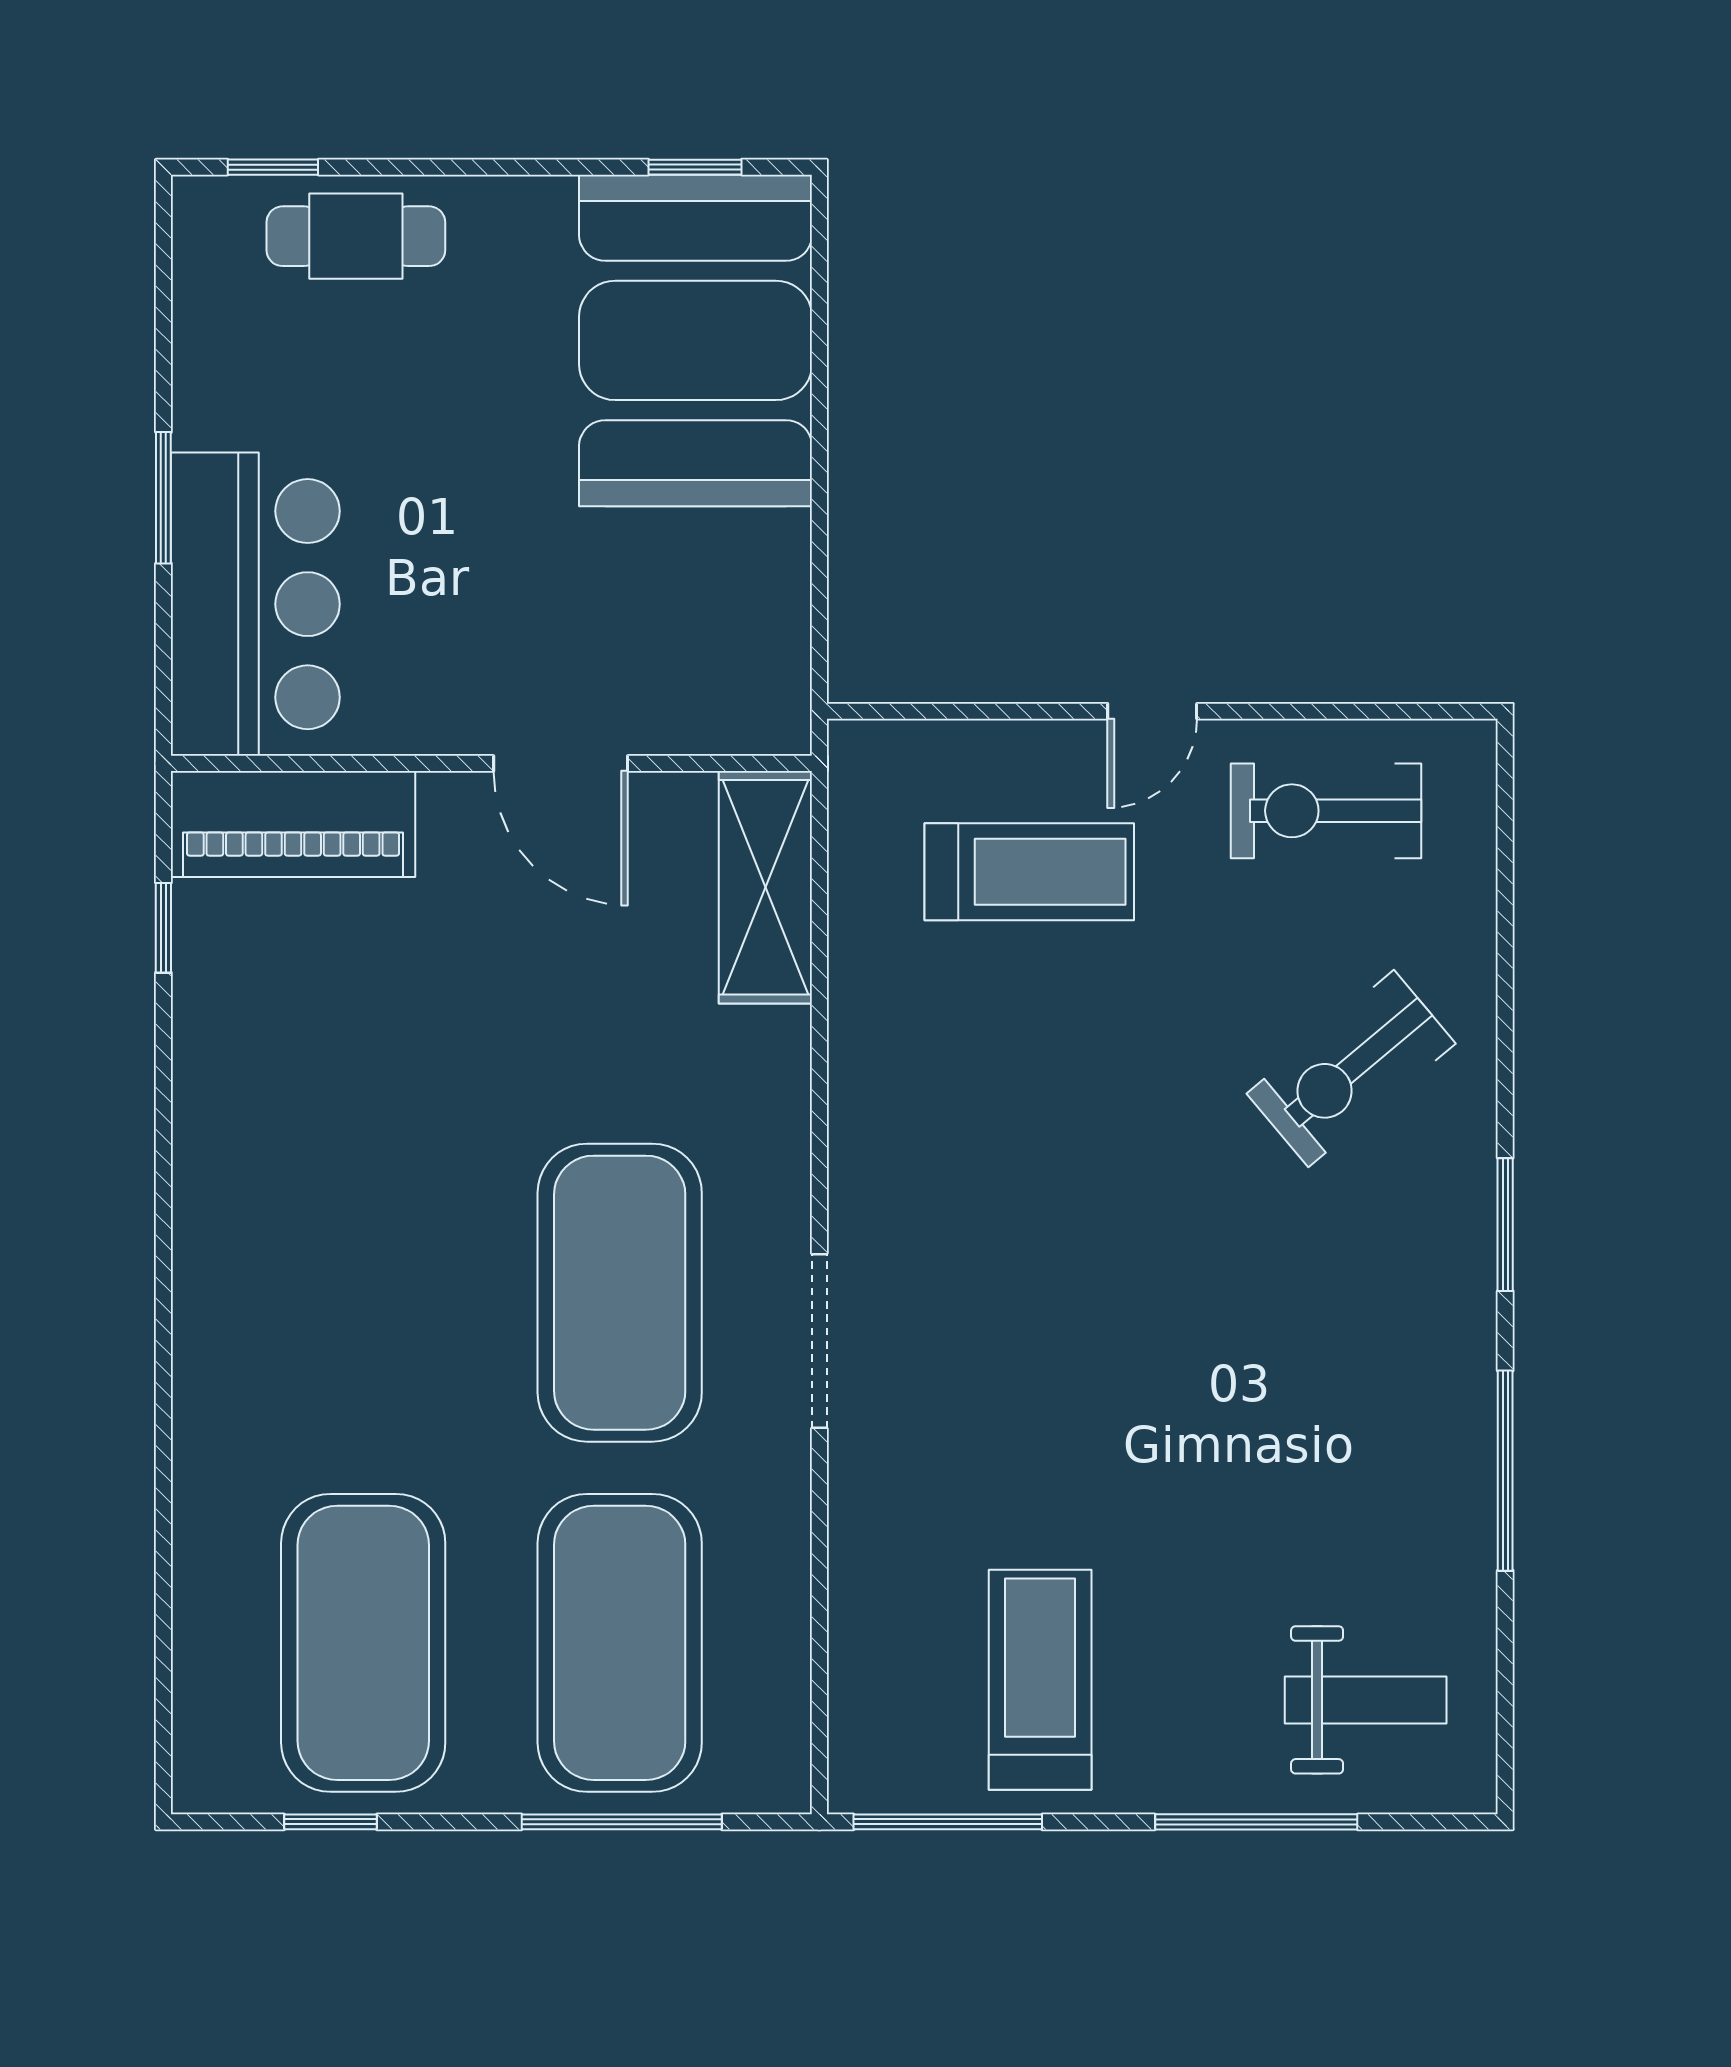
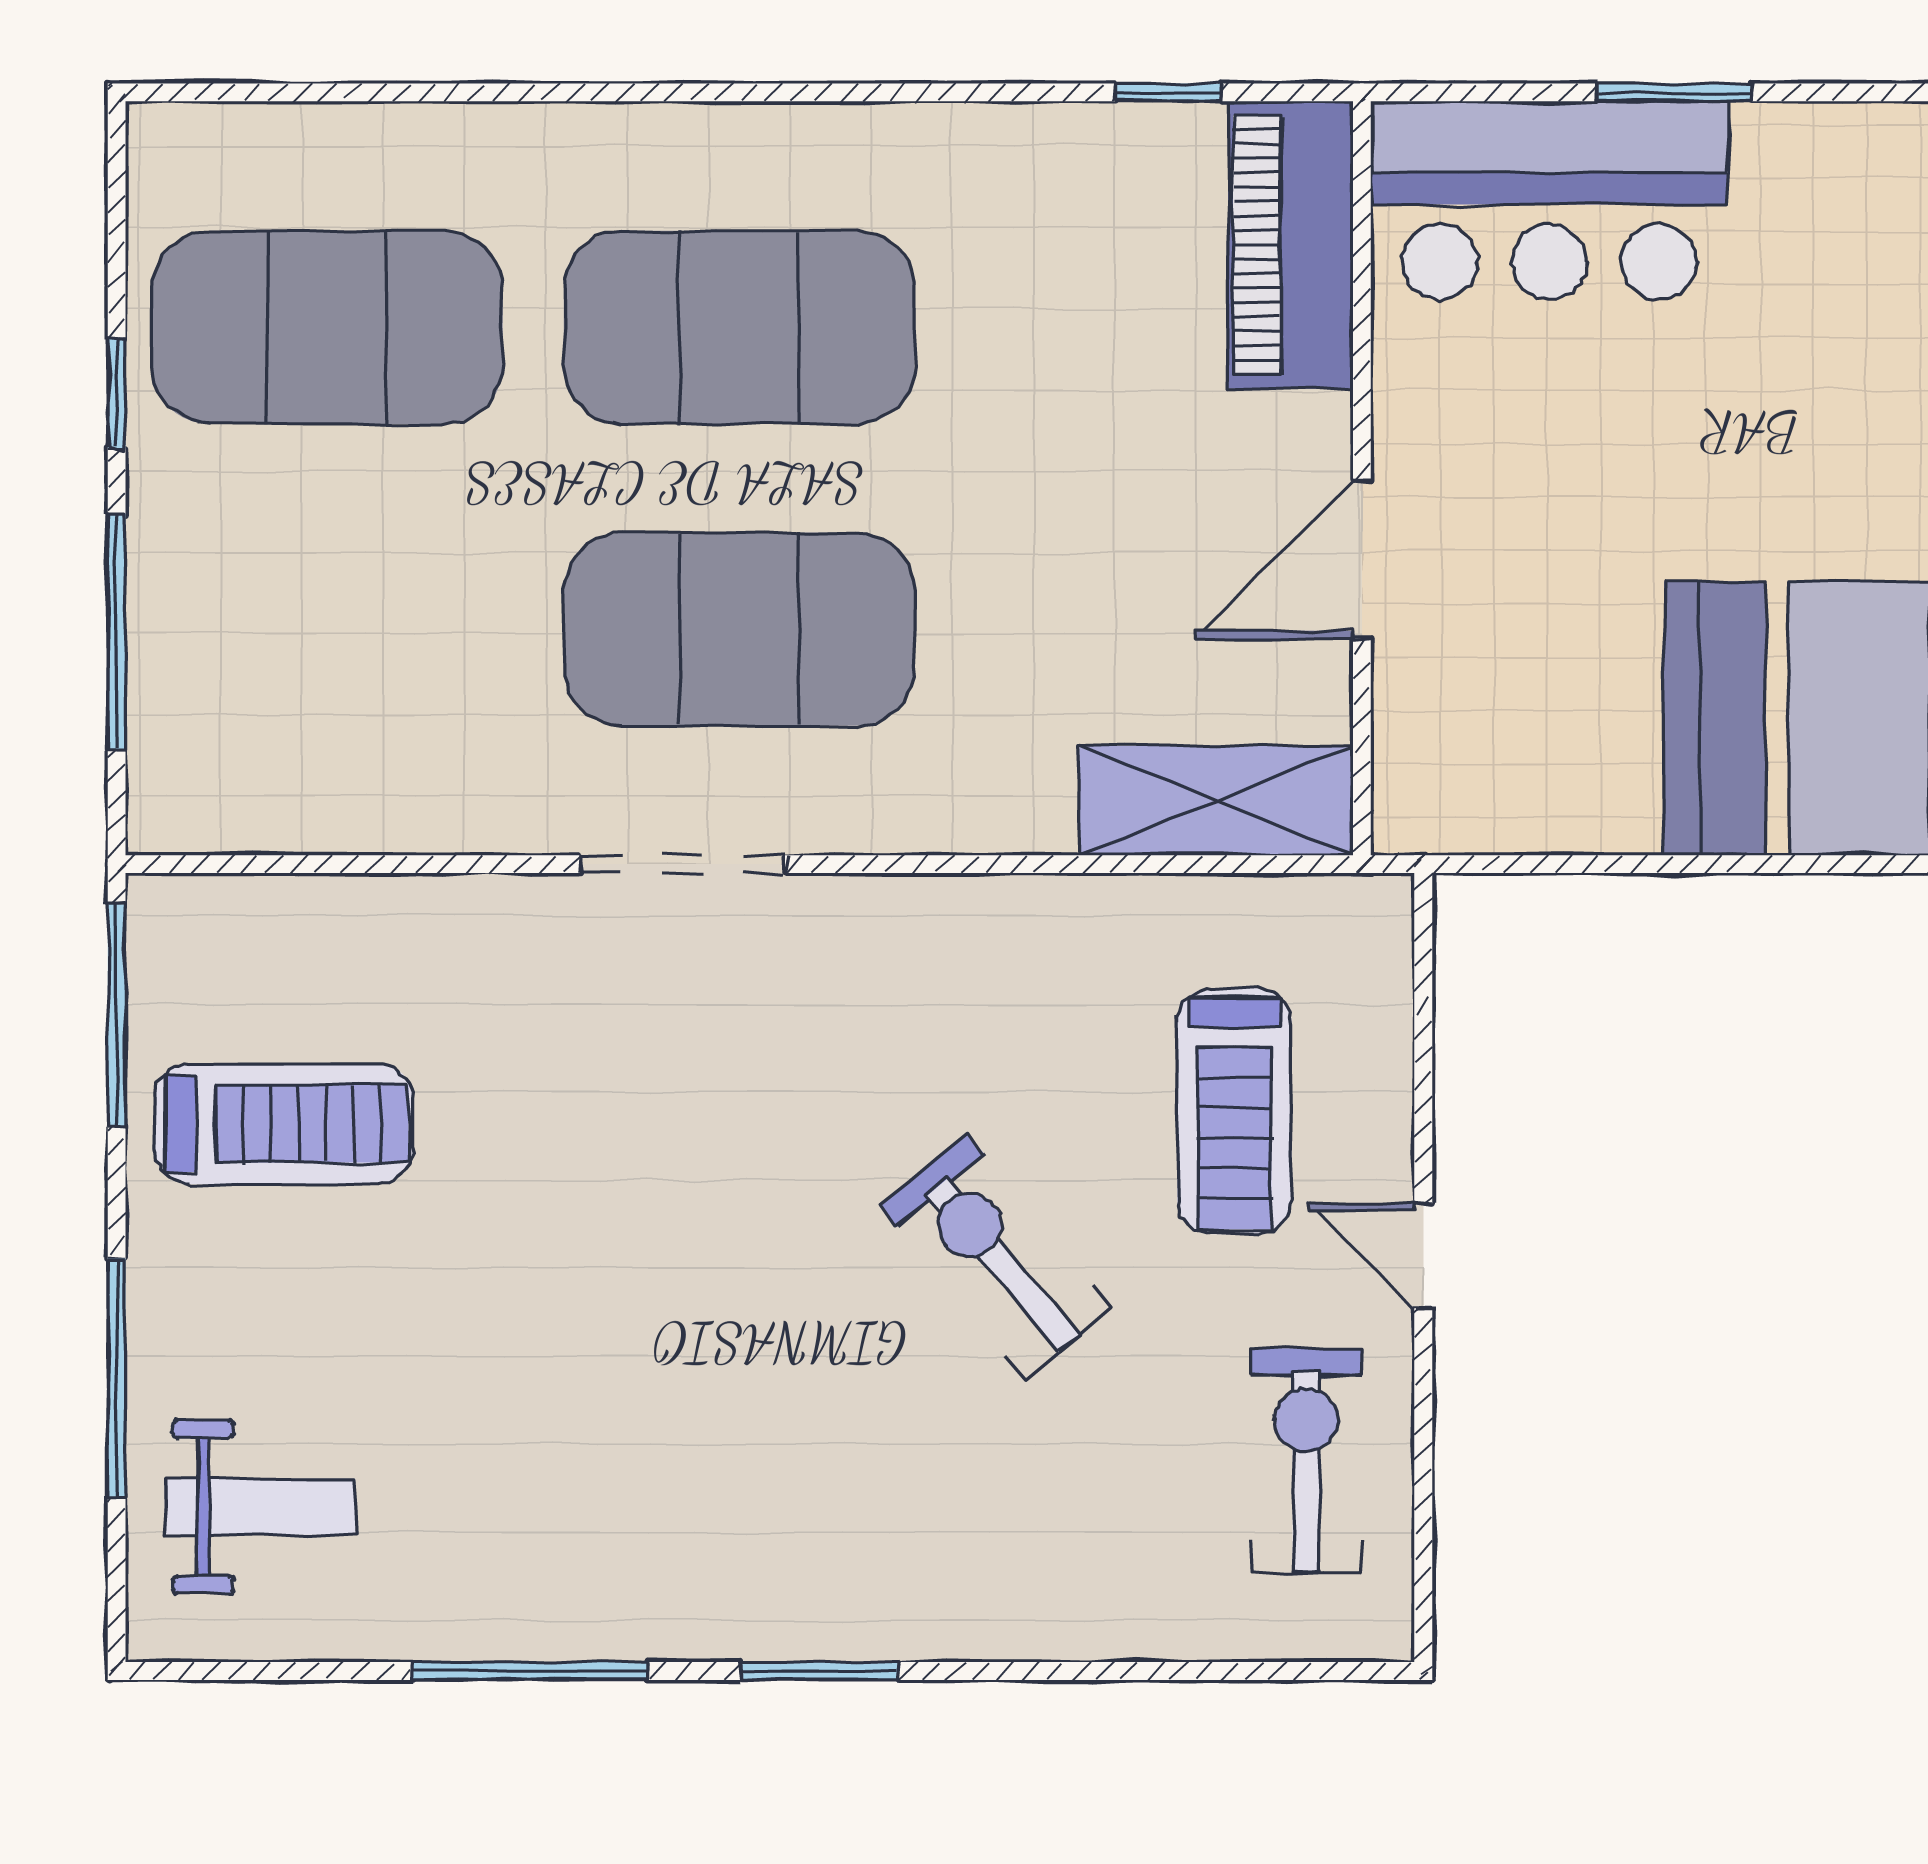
exercise bike: (1351, 1069) -> (996, 1256), moved
exercise mat: (620, 1643) -> (739, 327), moved
weight bench: (1366, 1700) -> (260, 1507), turned -90
window: (330, 1822) -> (117, 393), moved

